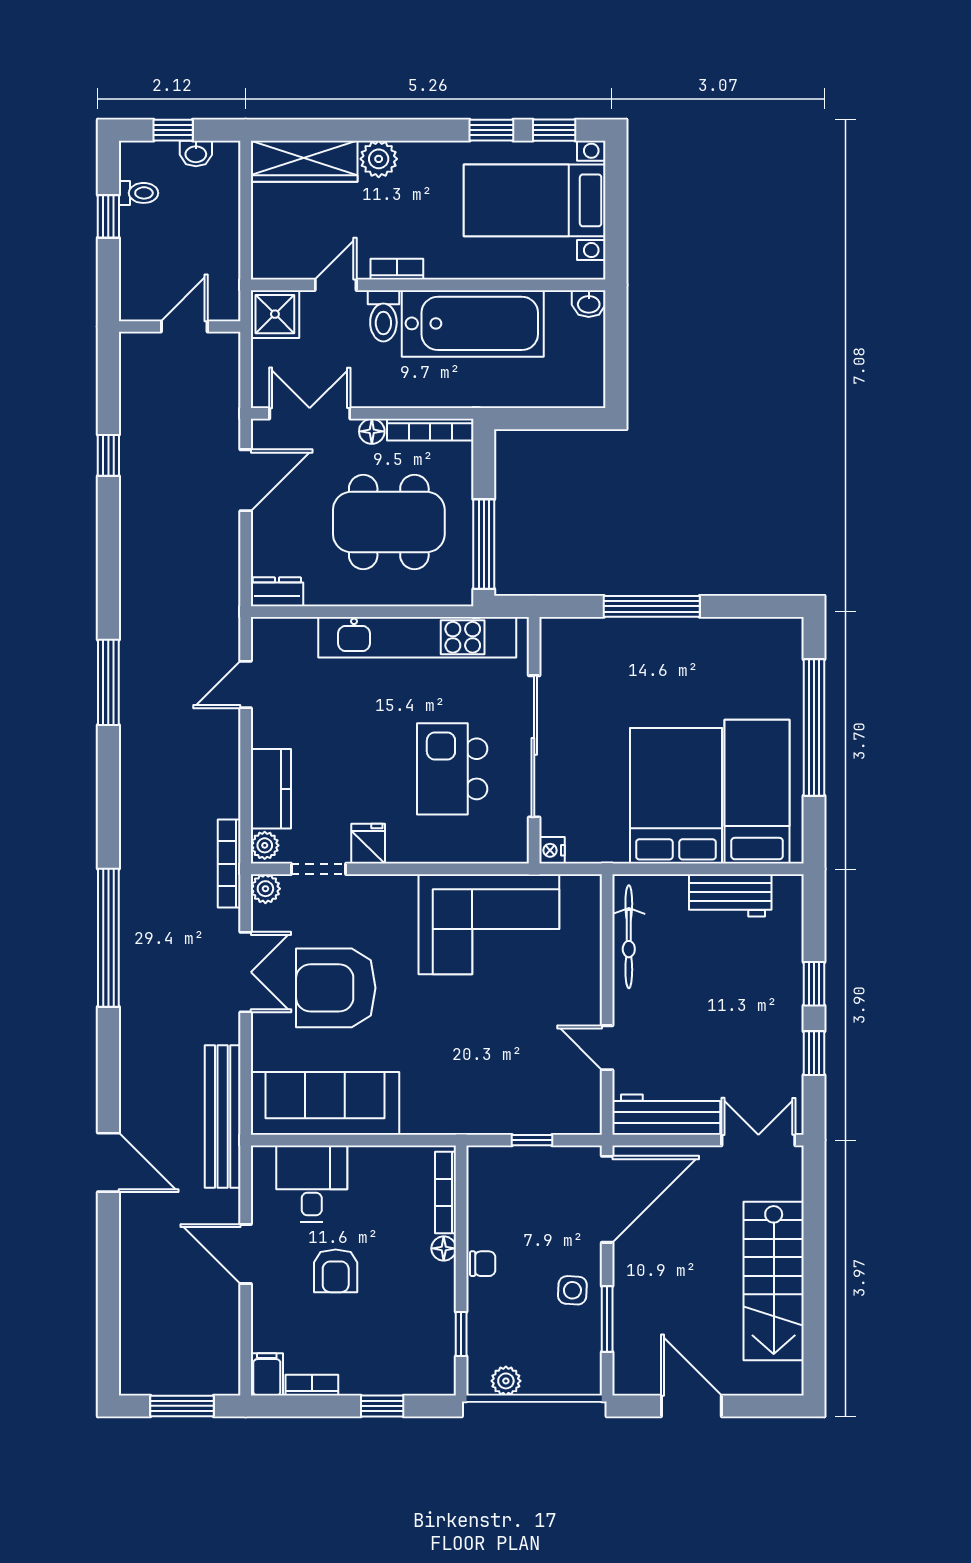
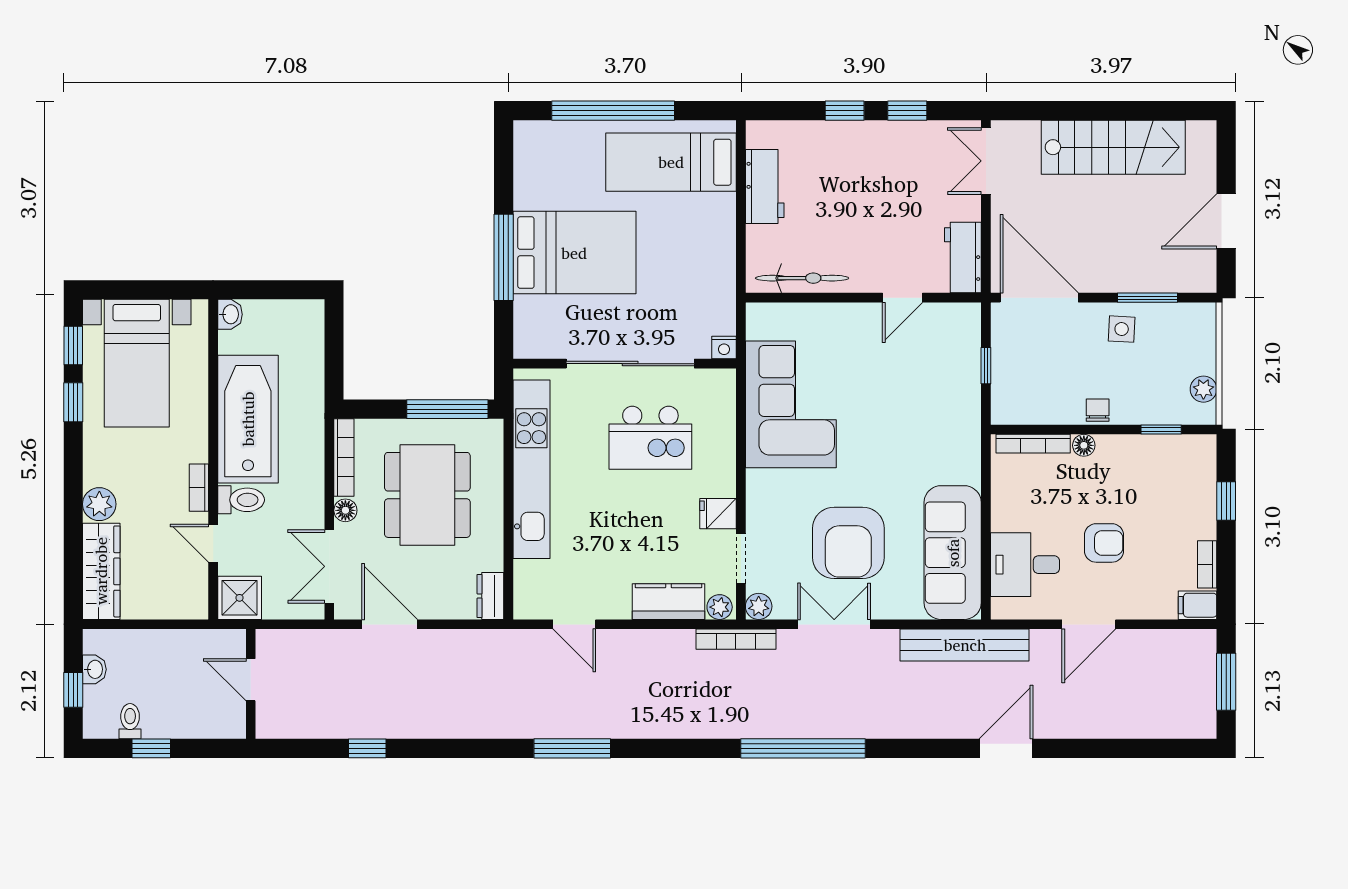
bed: (676, 796) -> (574, 253), moved, turned 180
workbench: (666, 1115) -> (963, 257), width x0.73

